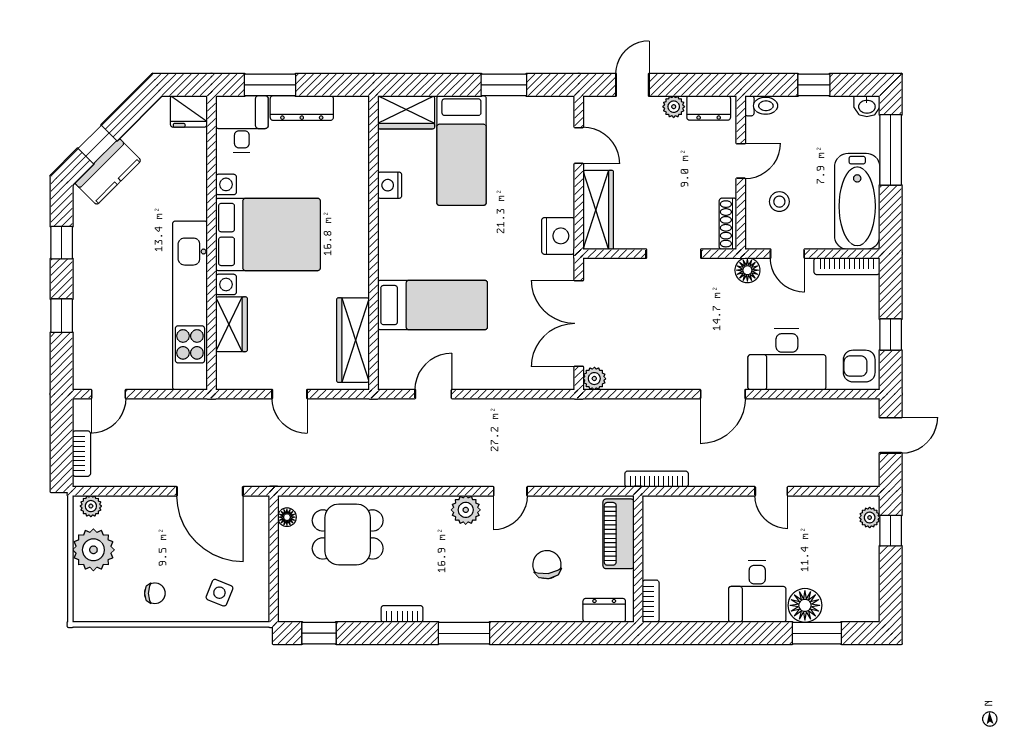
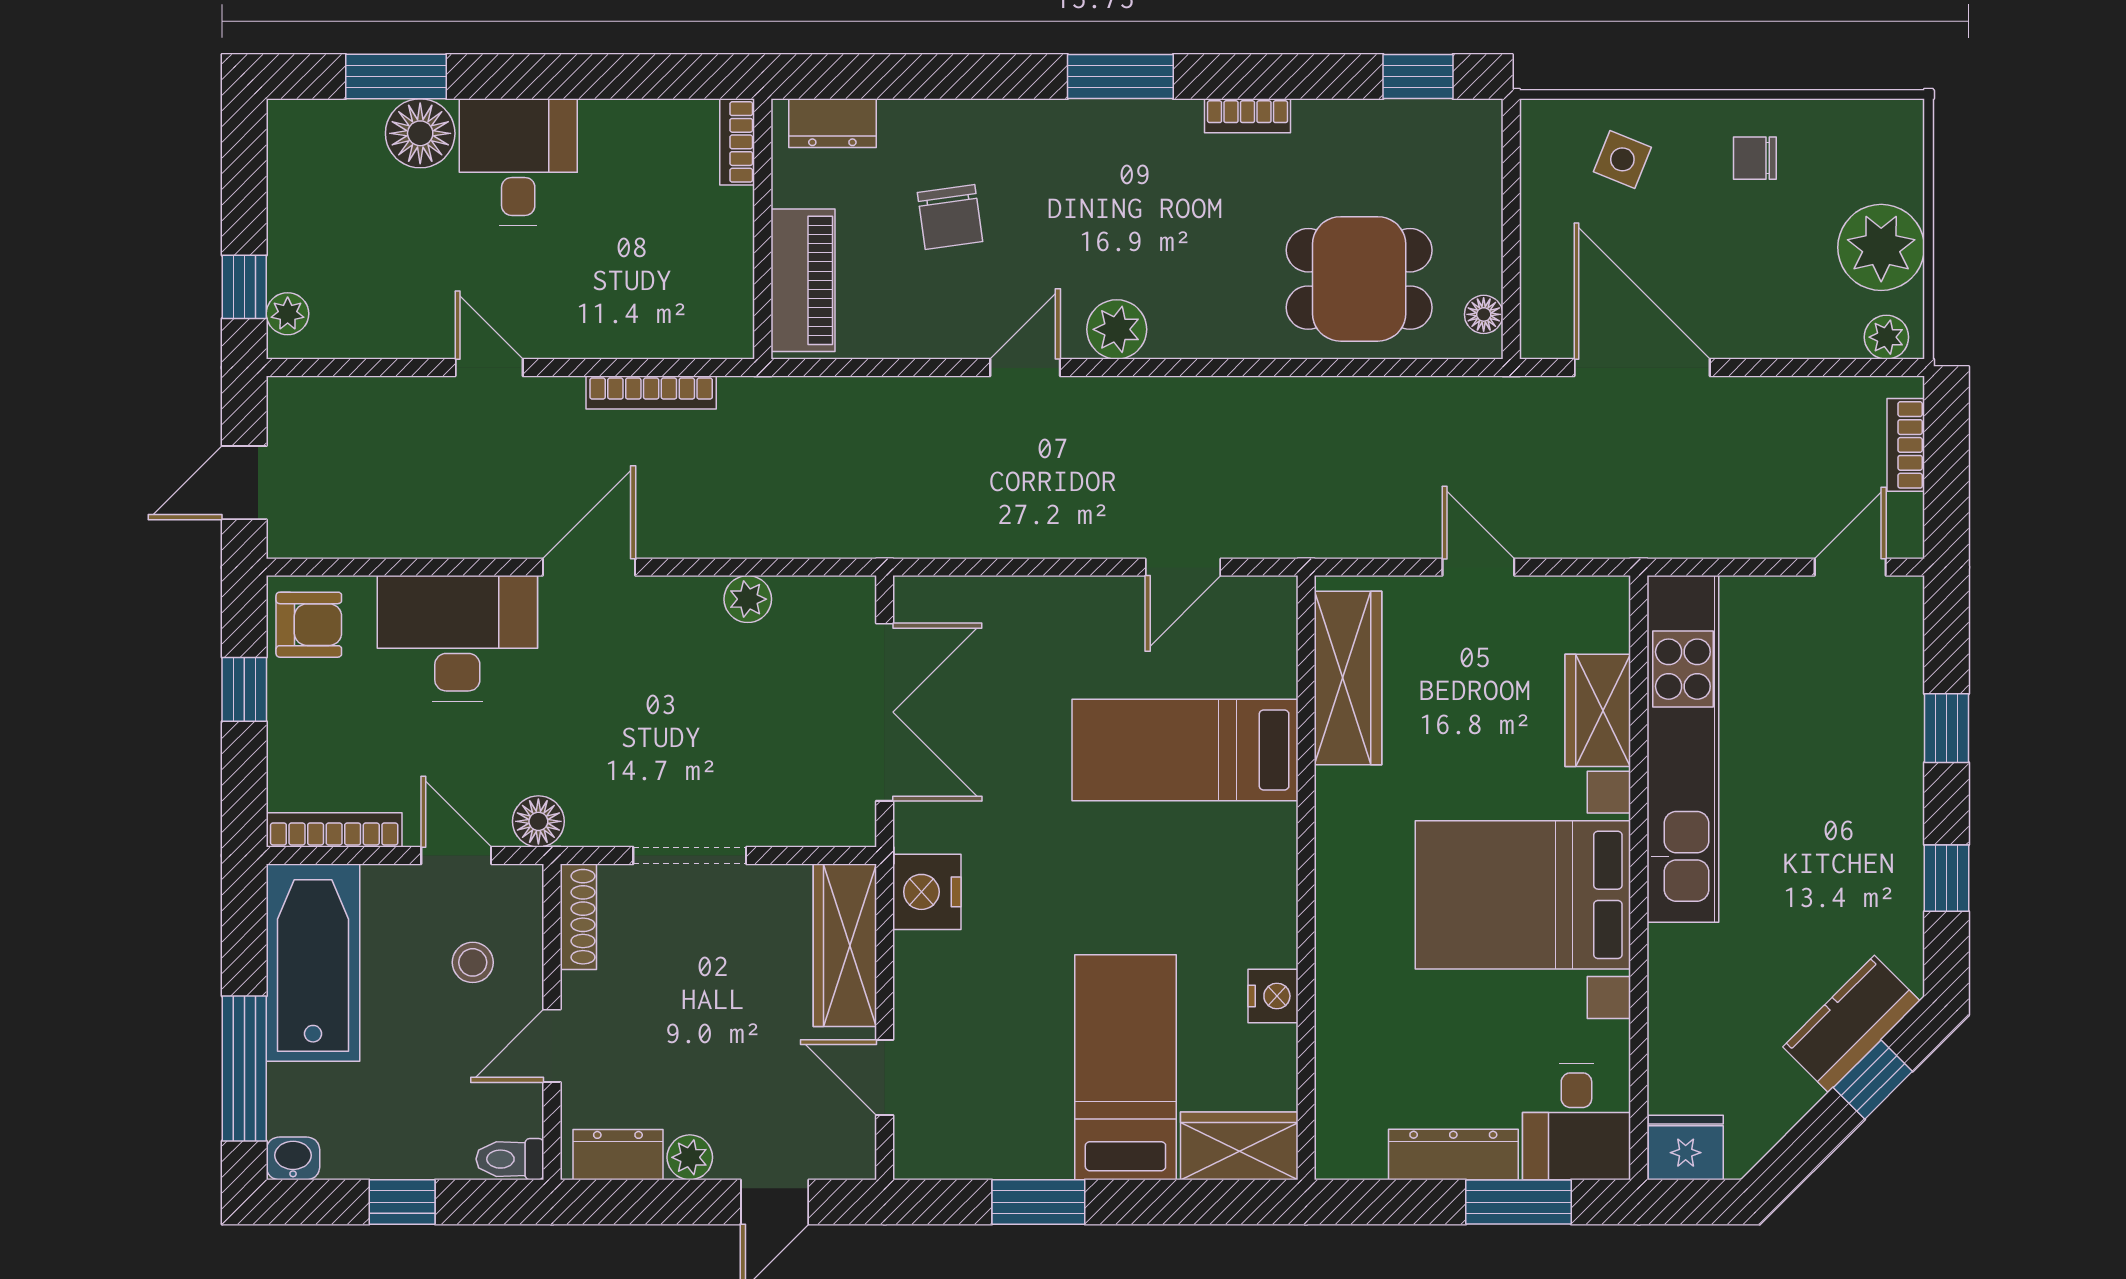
plant: (594, 379) -> (748, 599), moved
bookcase: (657, 479) -> (651, 393), moved

